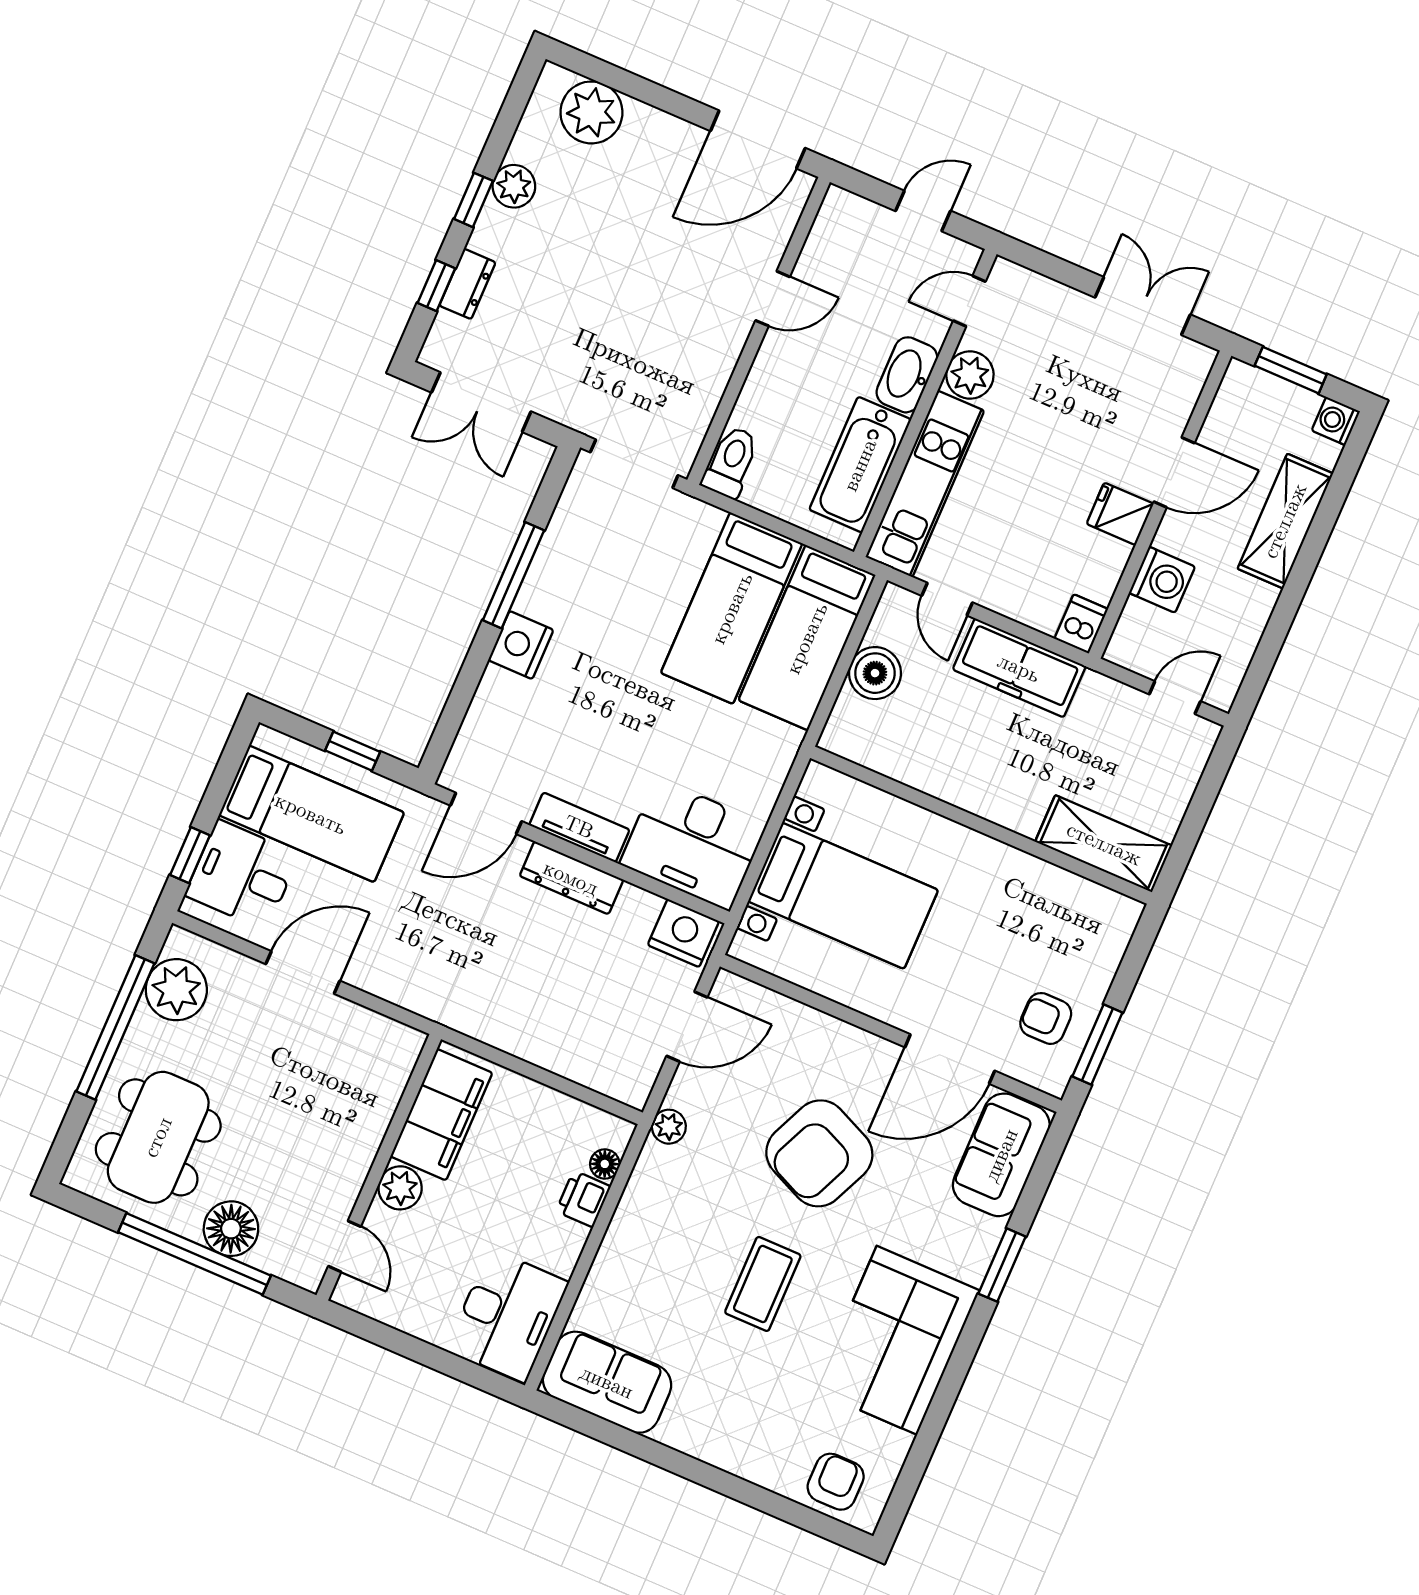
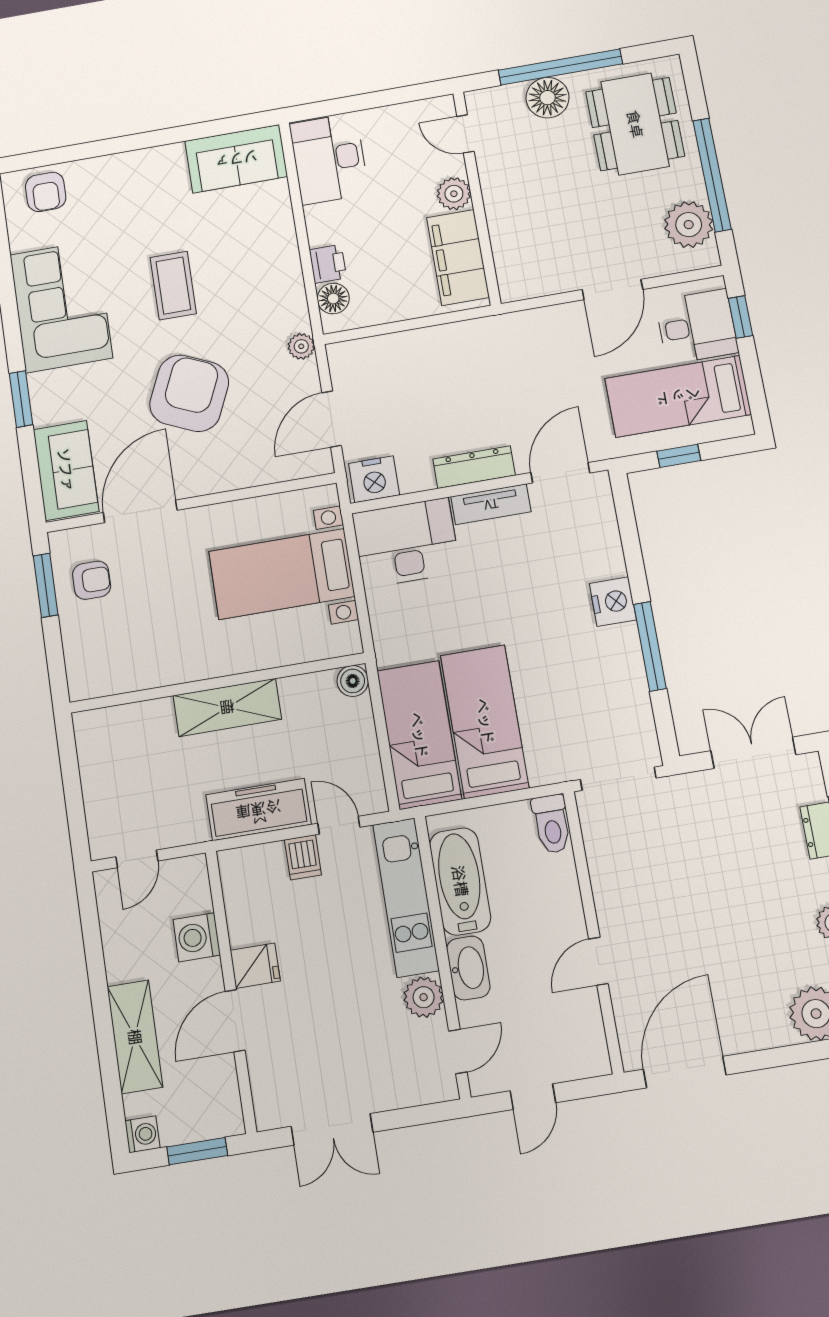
dishwasher: (1081, 624) -> (303, 857), moved
boiler: (875, 673) -> (353, 681), moved, width x0.73, depth x0.73
shelving: (1104, 844) -> (227, 707), moved
floor lamp: (605, 1164) -> (333, 299), width x1.37, depth x1.37

